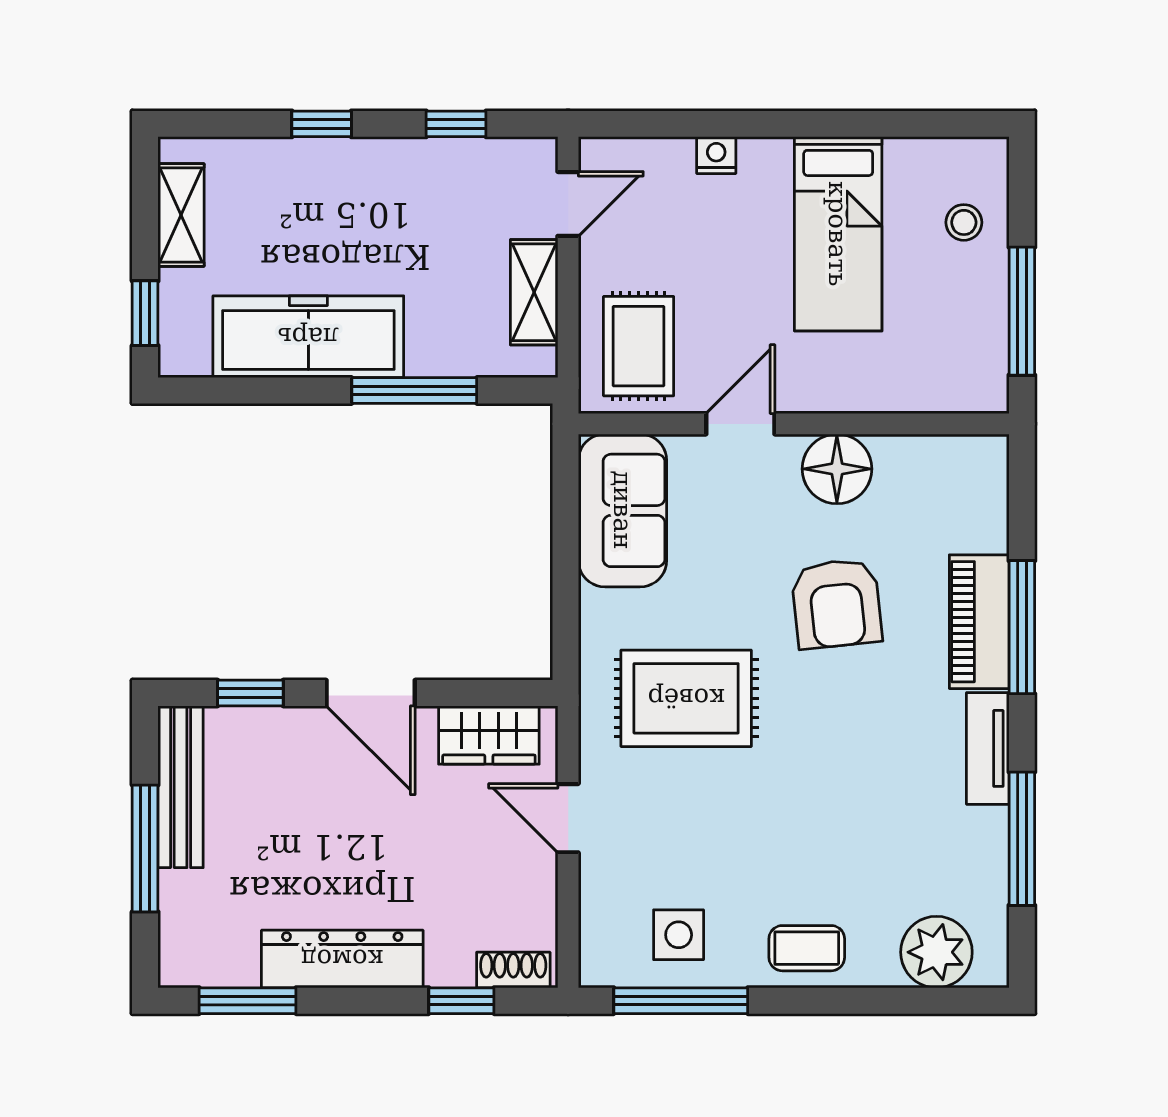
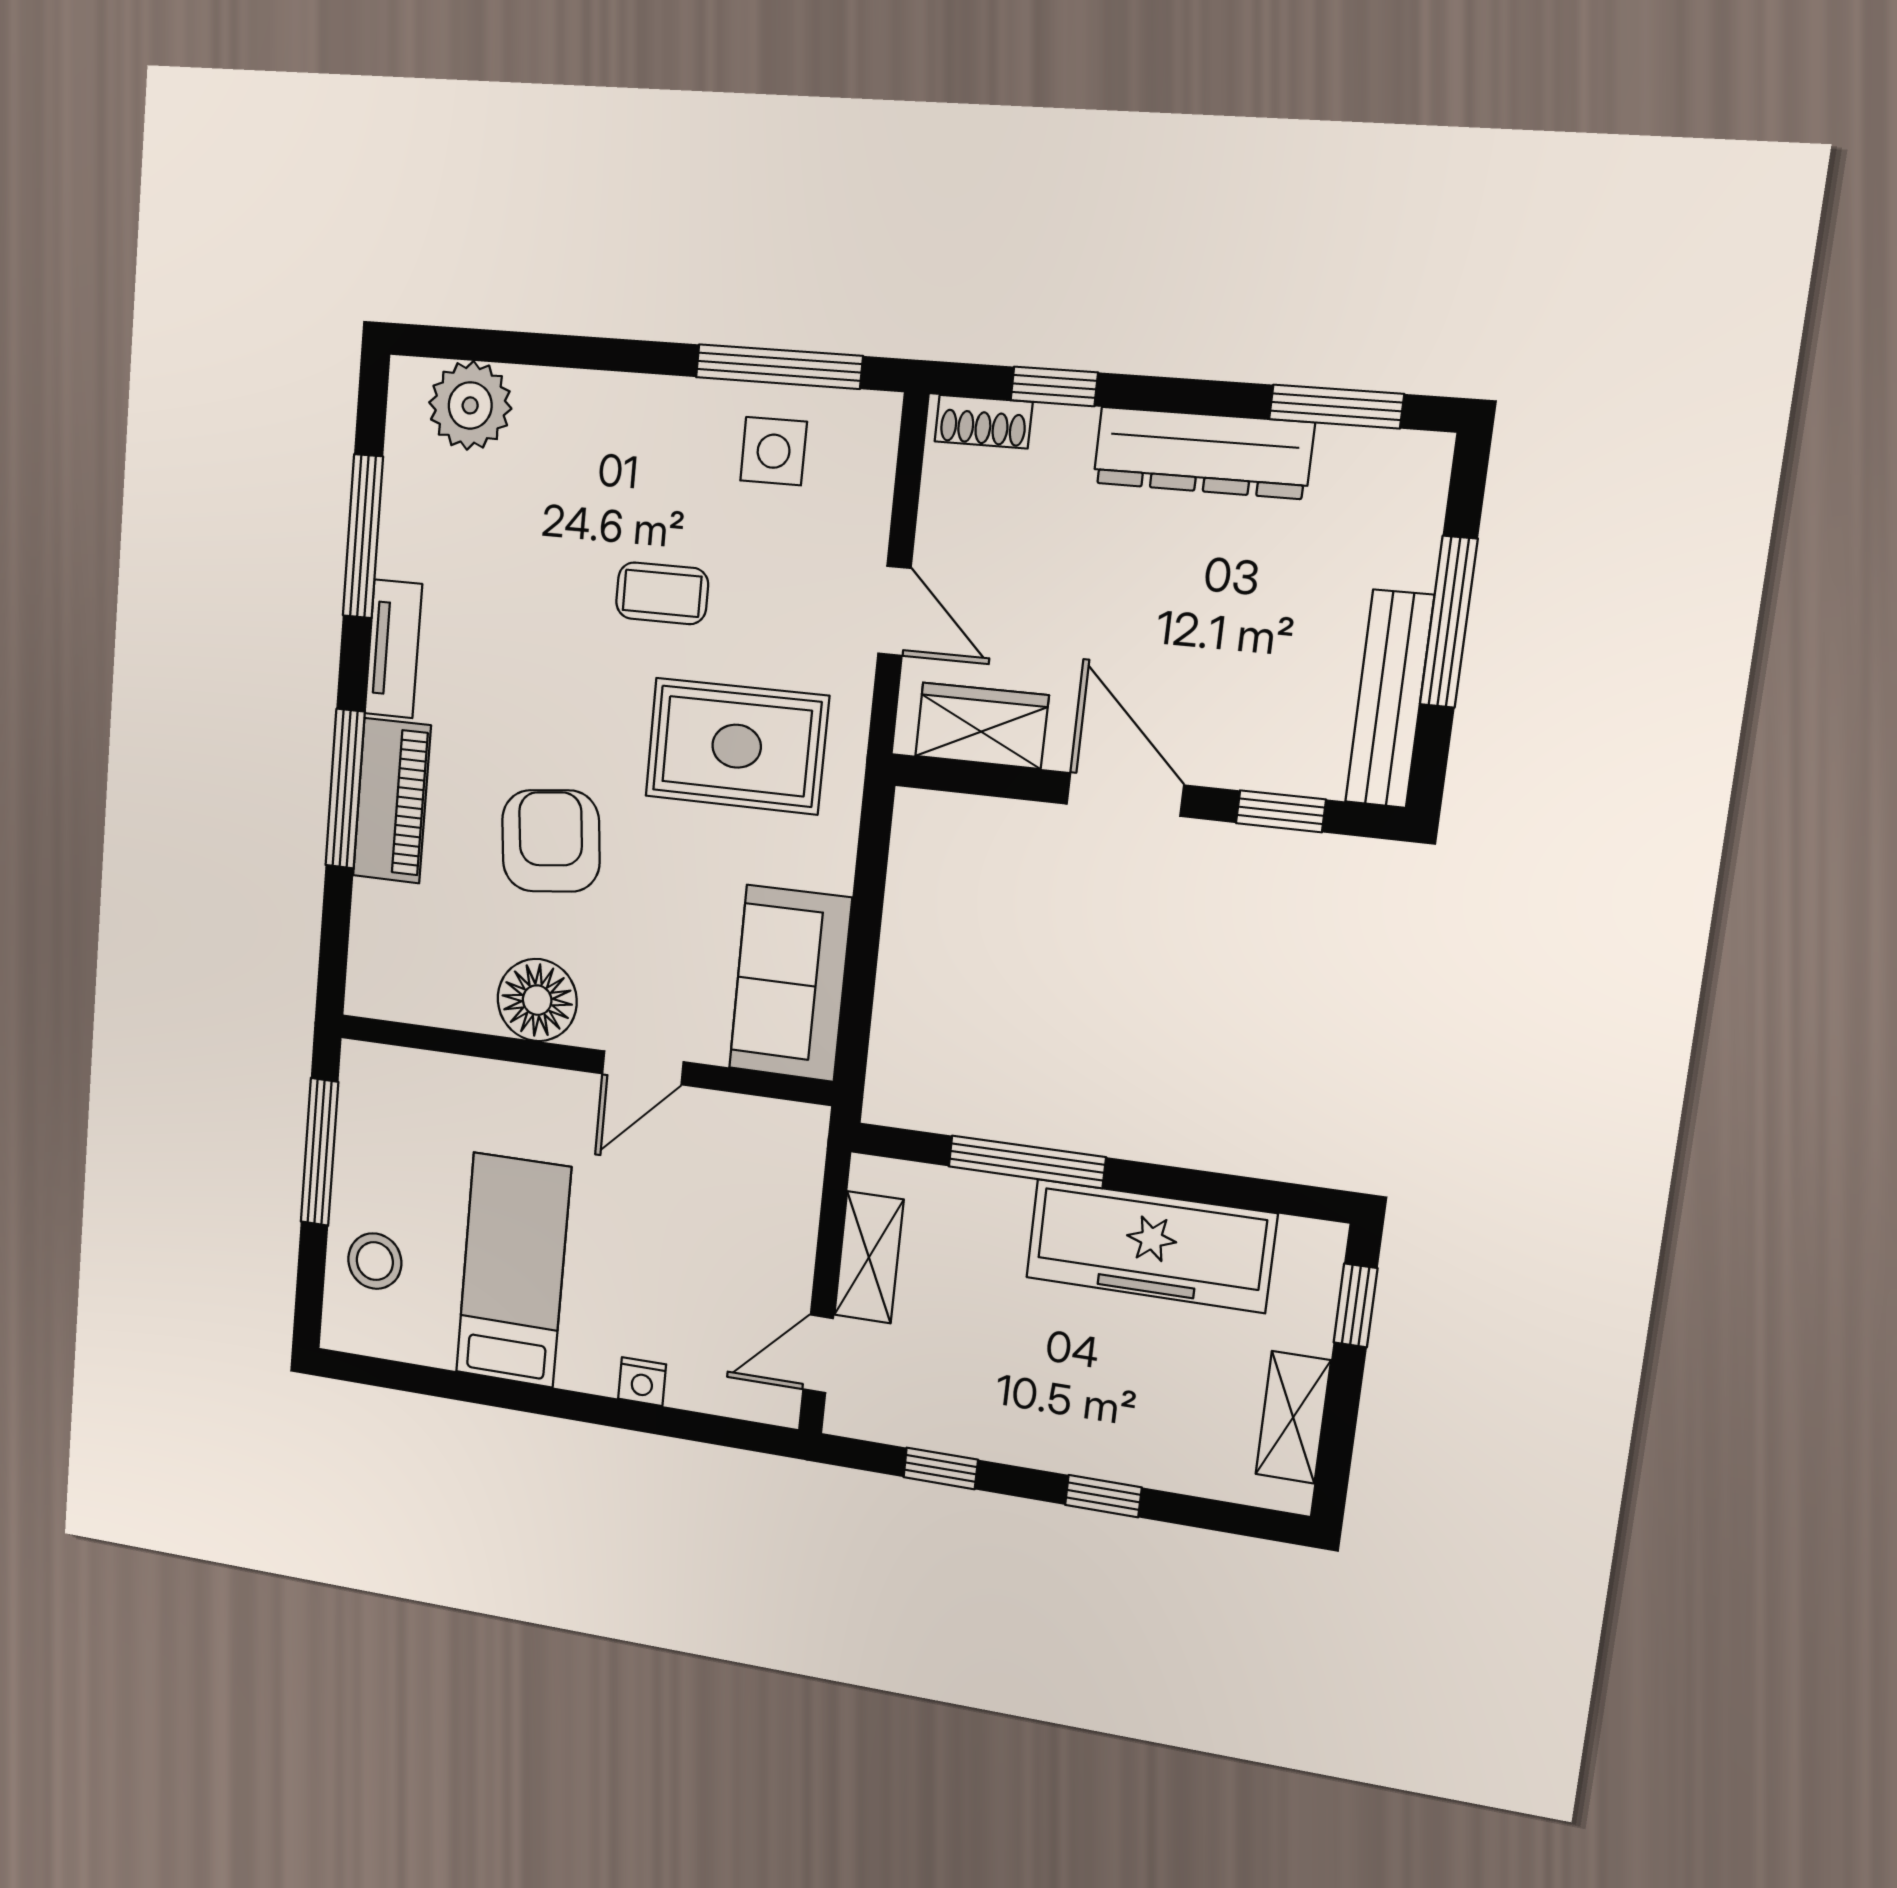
stool: (964, 222) -> (375, 1261), width x1.37, depth x1.37
rug: (639, 346) -> (752, 1176), removed
coffee table: (807, 948) -> (662, 593), moved

